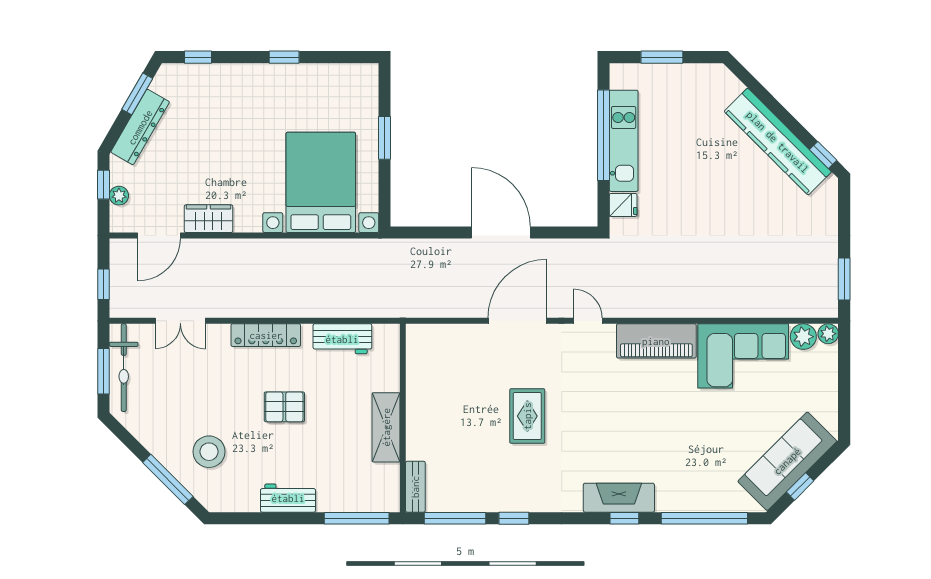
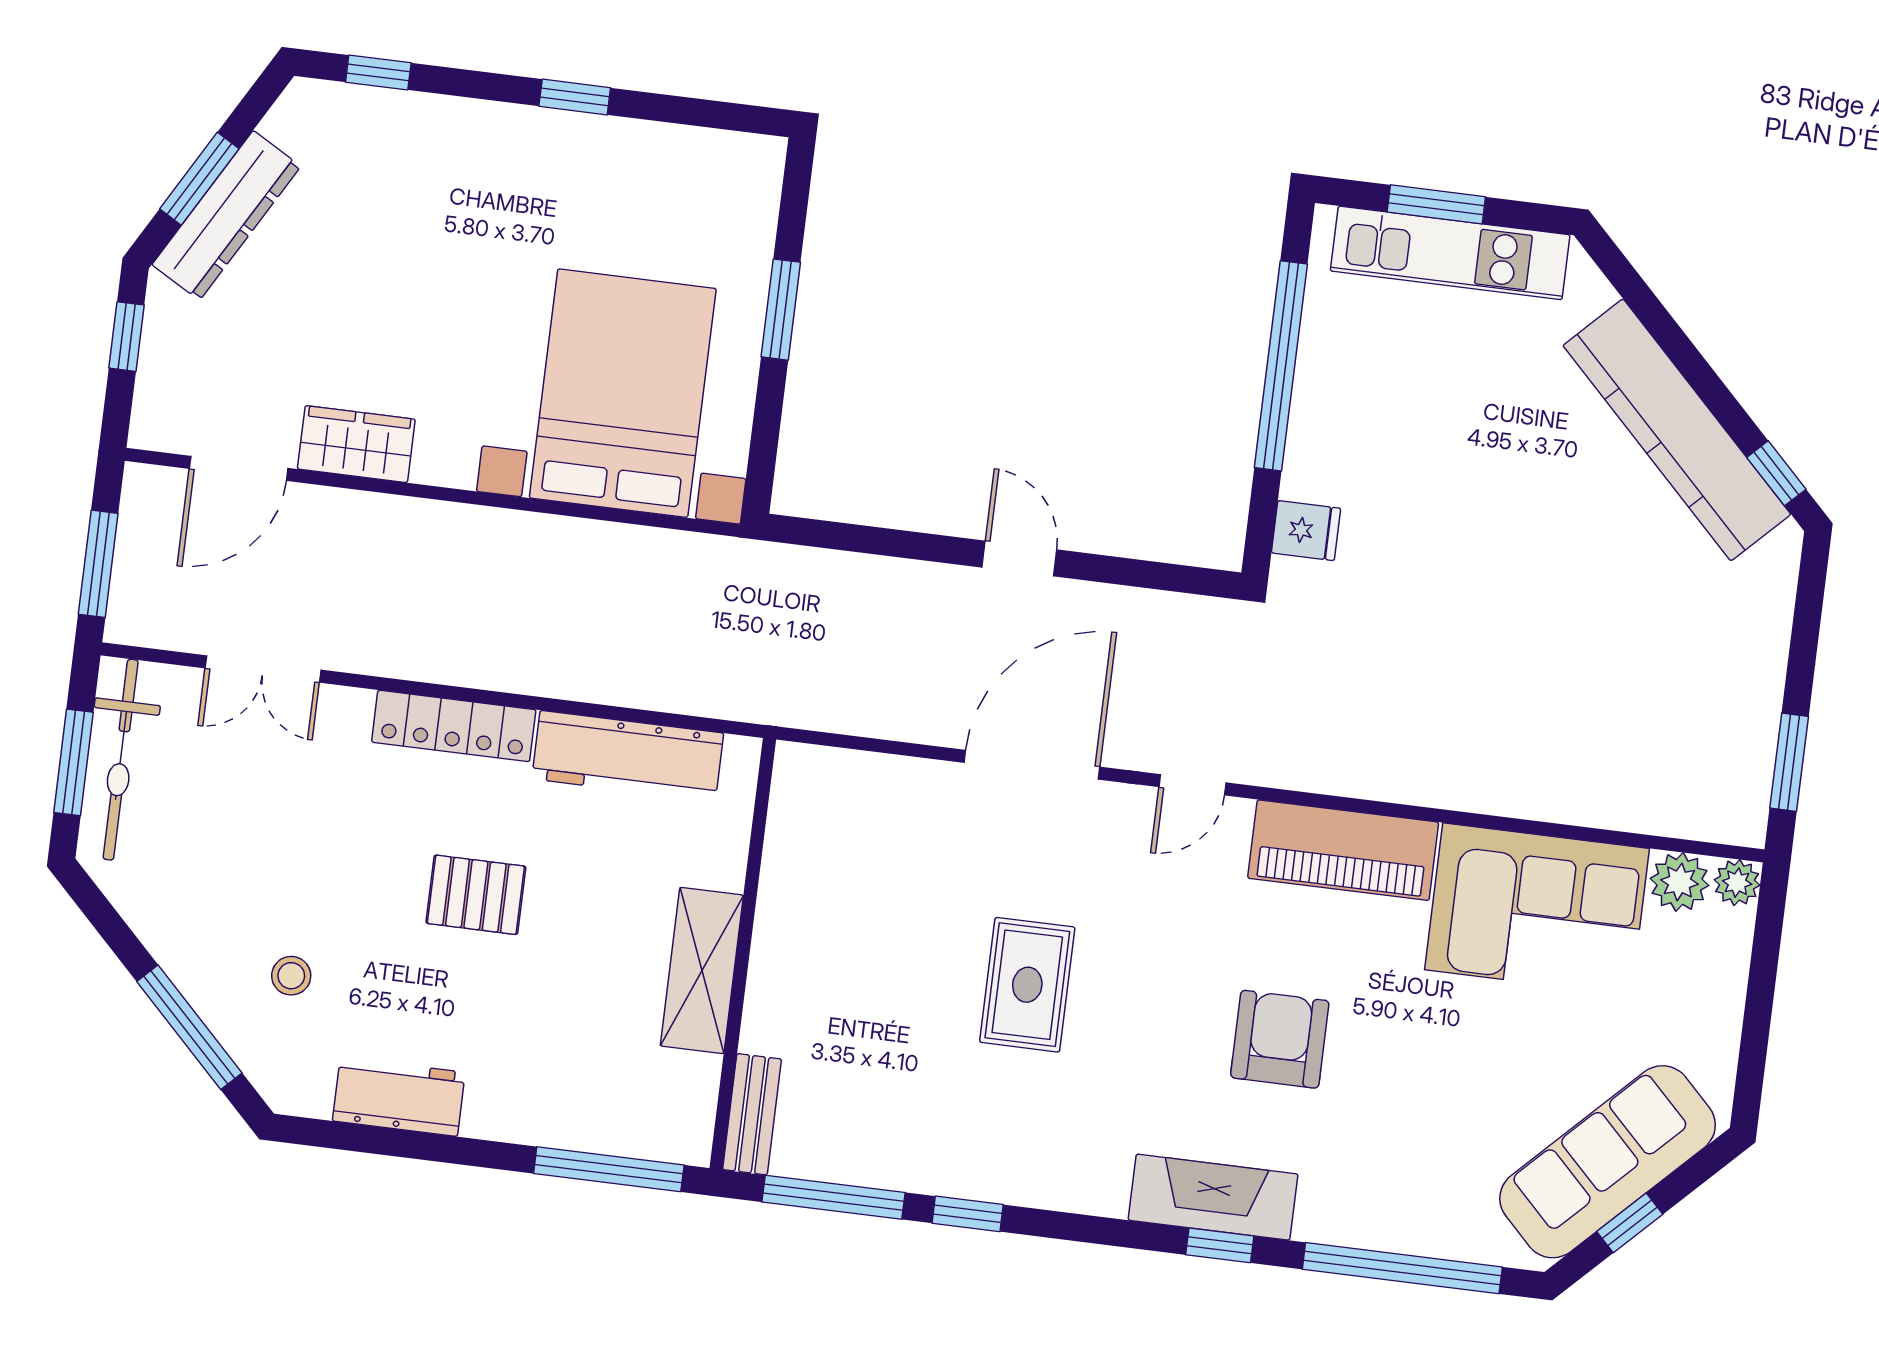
window: (137, 94) -> (199, 179), moved
kitchen unit: (624, 141) -> (1450, 253), moved, turned 90
plant: (119, 196) -> (159, 366), removed
door: (501, 232) -> (1019, 559), width x0.53
window: (104, 284) -> (98, 564), width x1.50
door: (588, 321) -> (1192, 785), swing flipped
workbench: (342, 339) -> (628, 756), width x1.37
armchair: (639, 426) -> (1280, 1039), added
stool: (209, 452) -> (291, 976), width x0.53, depth x0.53
workbench: (288, 498) -> (399, 1097), moved

